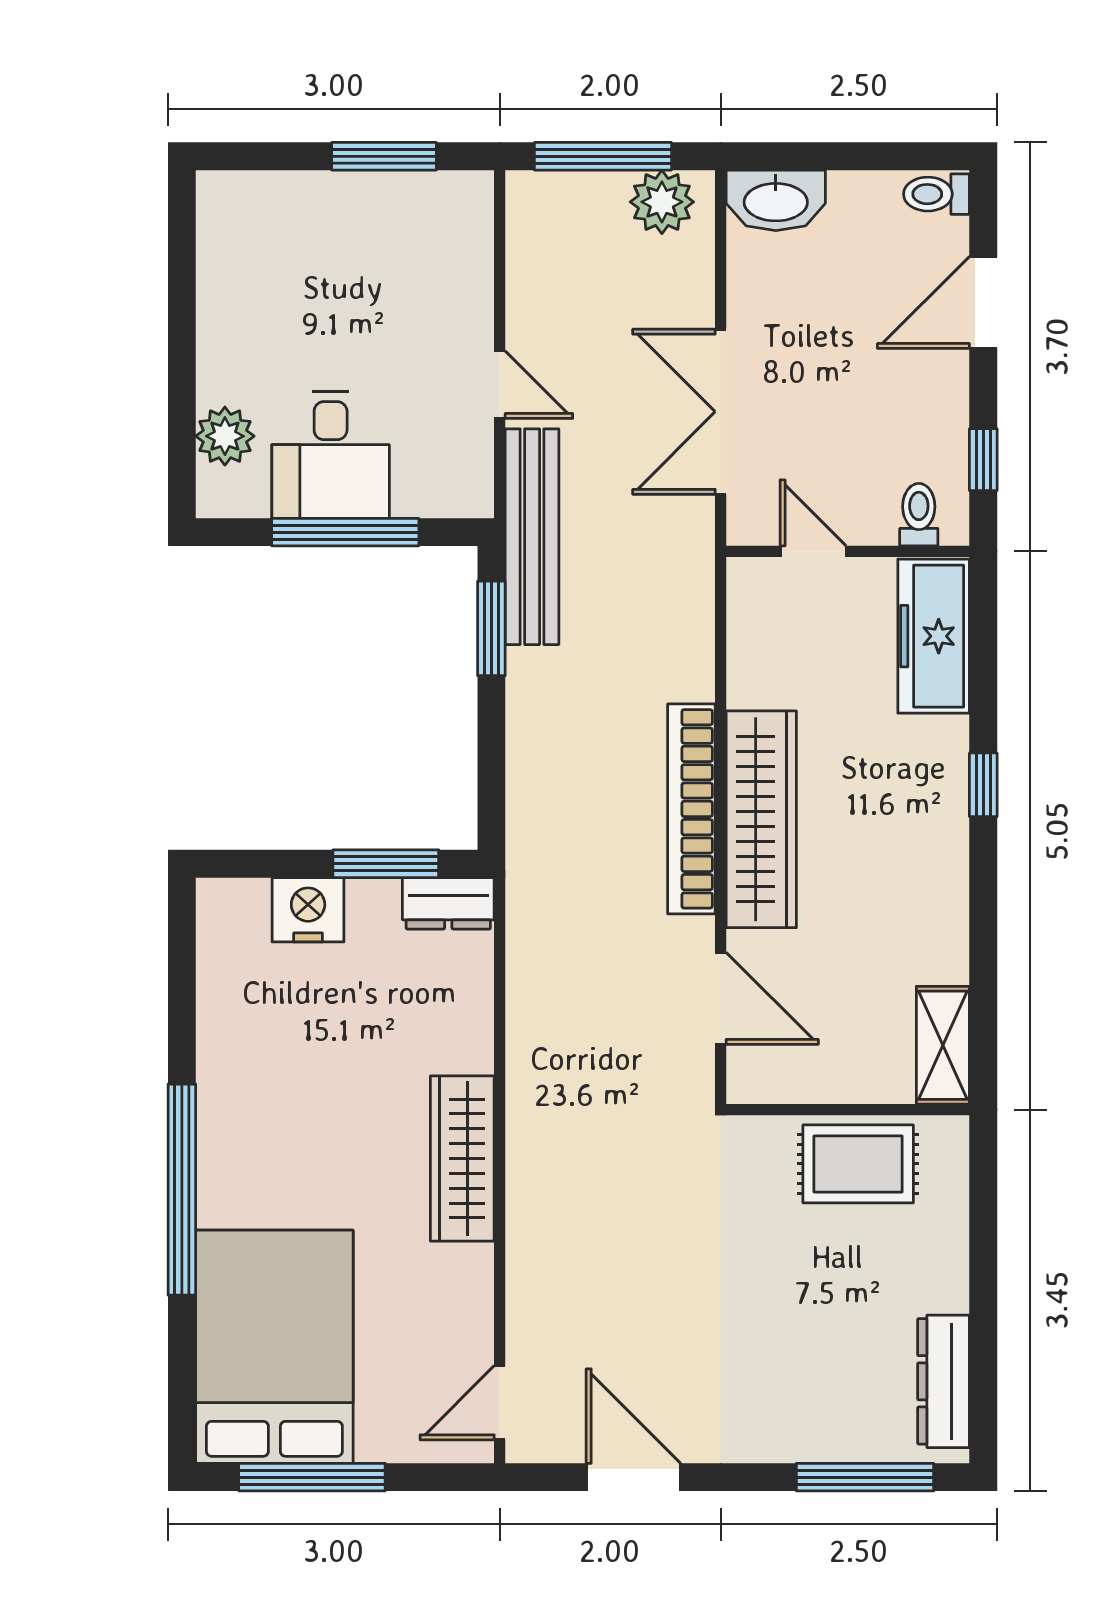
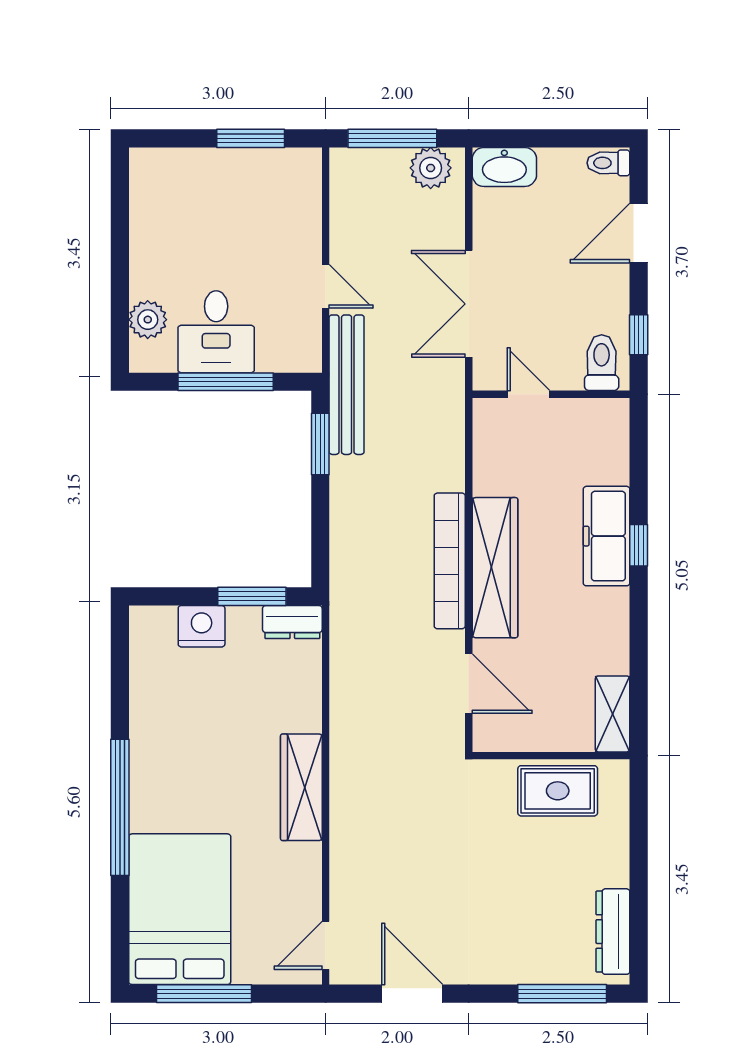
toilet: (919, 515) -> (602, 363), width x1.37, depth x1.39
freezer: (934, 636) -> (607, 536), moved

